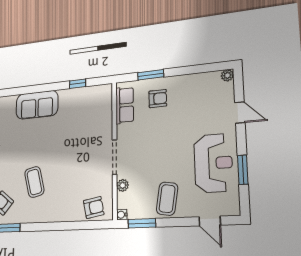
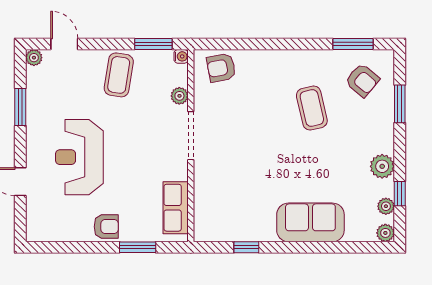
plant: (227, 75) -> (34, 58), moved
armchair: (158, 99) -> (106, 227), moved, turned 180
reception desk: (213, 163) -> (79, 157), moved

